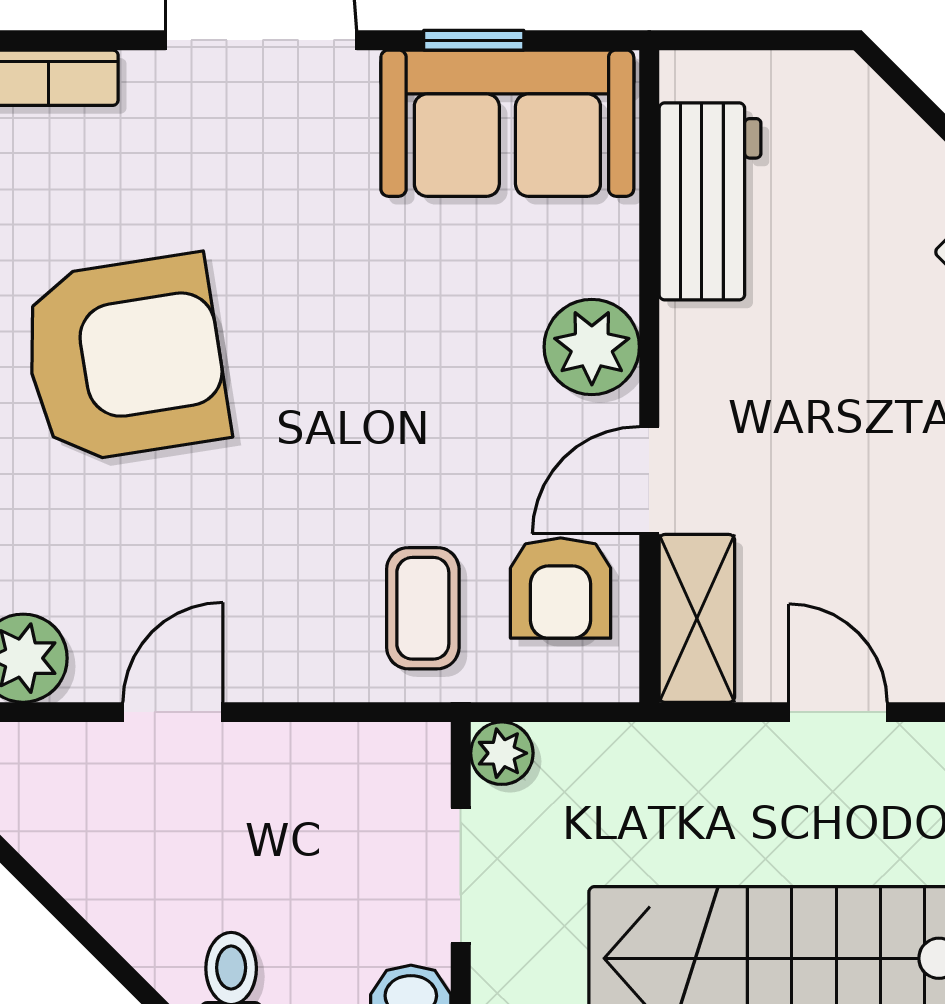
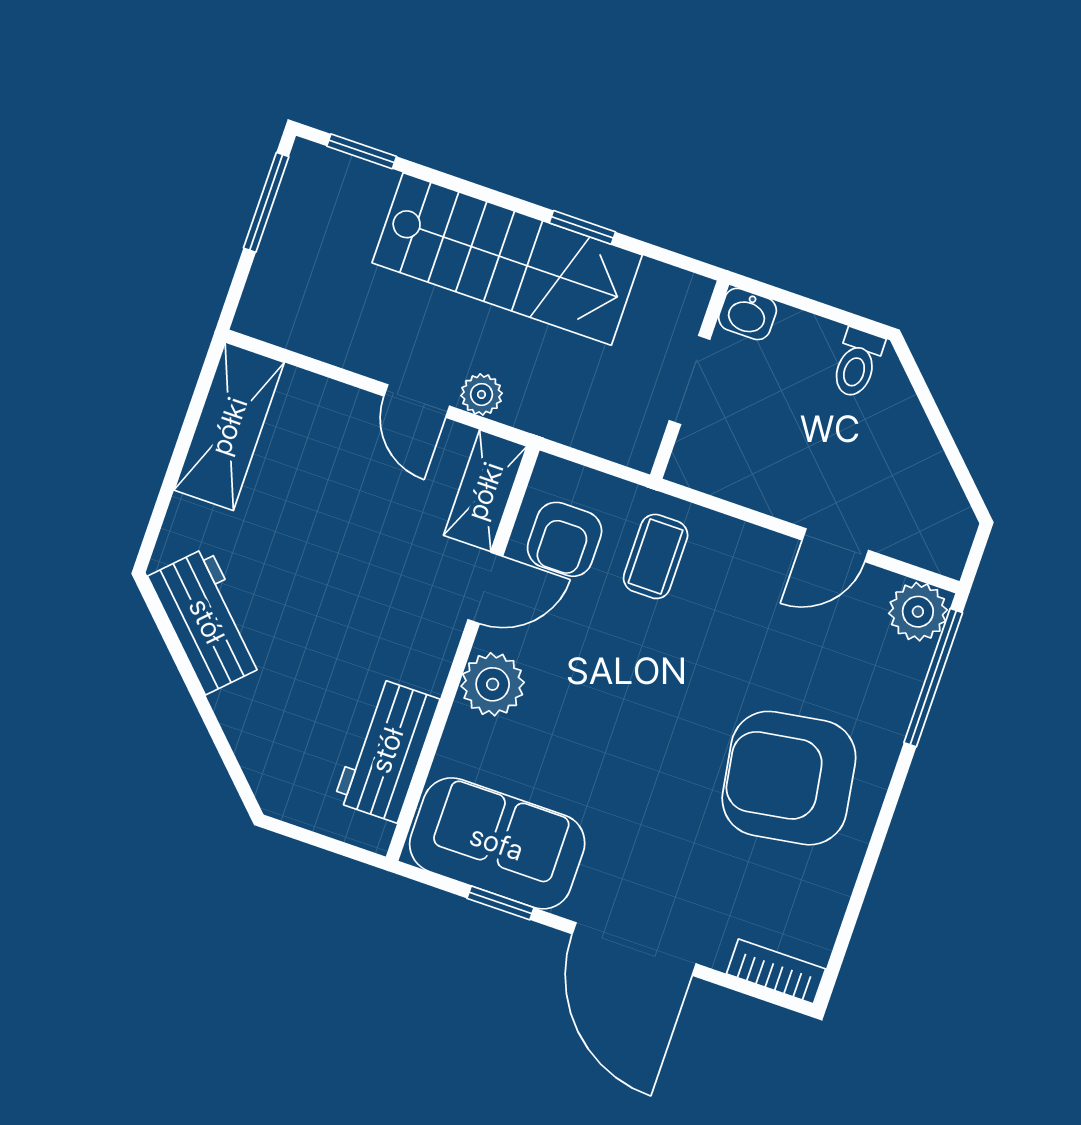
armchair: (561, 588) -> (565, 539), turned 180
plant: (502, 753) -> (482, 394), moved

